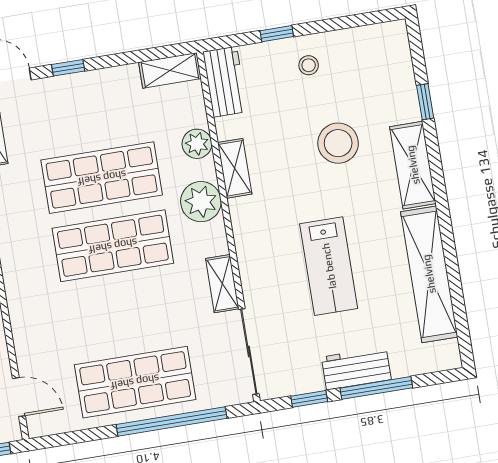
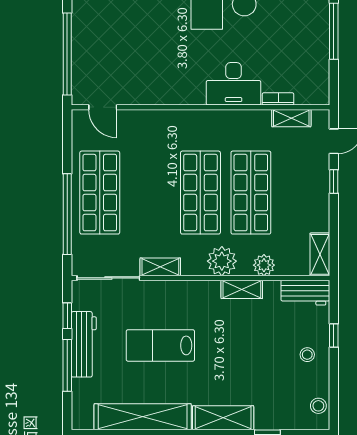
stool: (338, 143) -> (318, 406), moved, width x0.53, depth x0.53
workbench: (356, 368) -> (84, 344), width x1.38
door: (19, 397) -> (103, 107), hinge flipped

